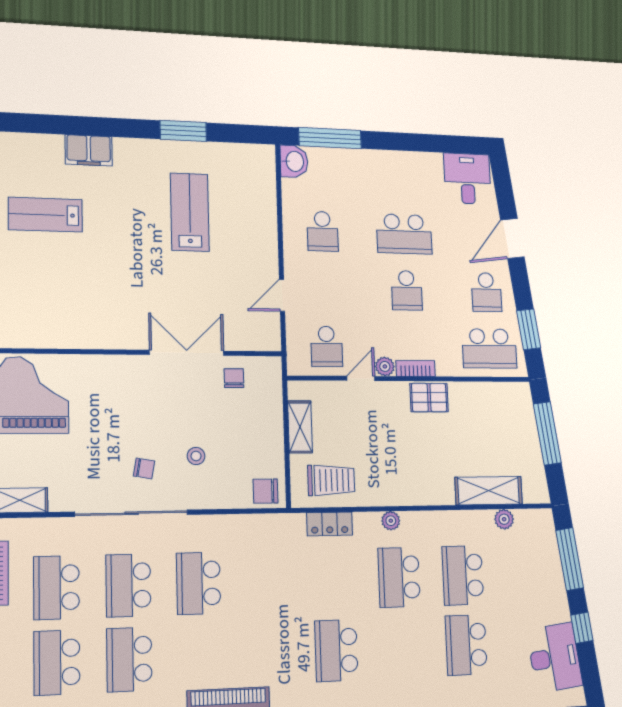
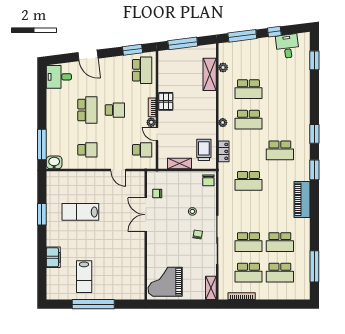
school desk: (486, 292) -> (115, 70), removed
school desk: (199, 583) -> (248, 181), moved
school desk: (466, 645) -> (280, 89), removed
desk: (555, 658) -> (287, 46), width x0.73

